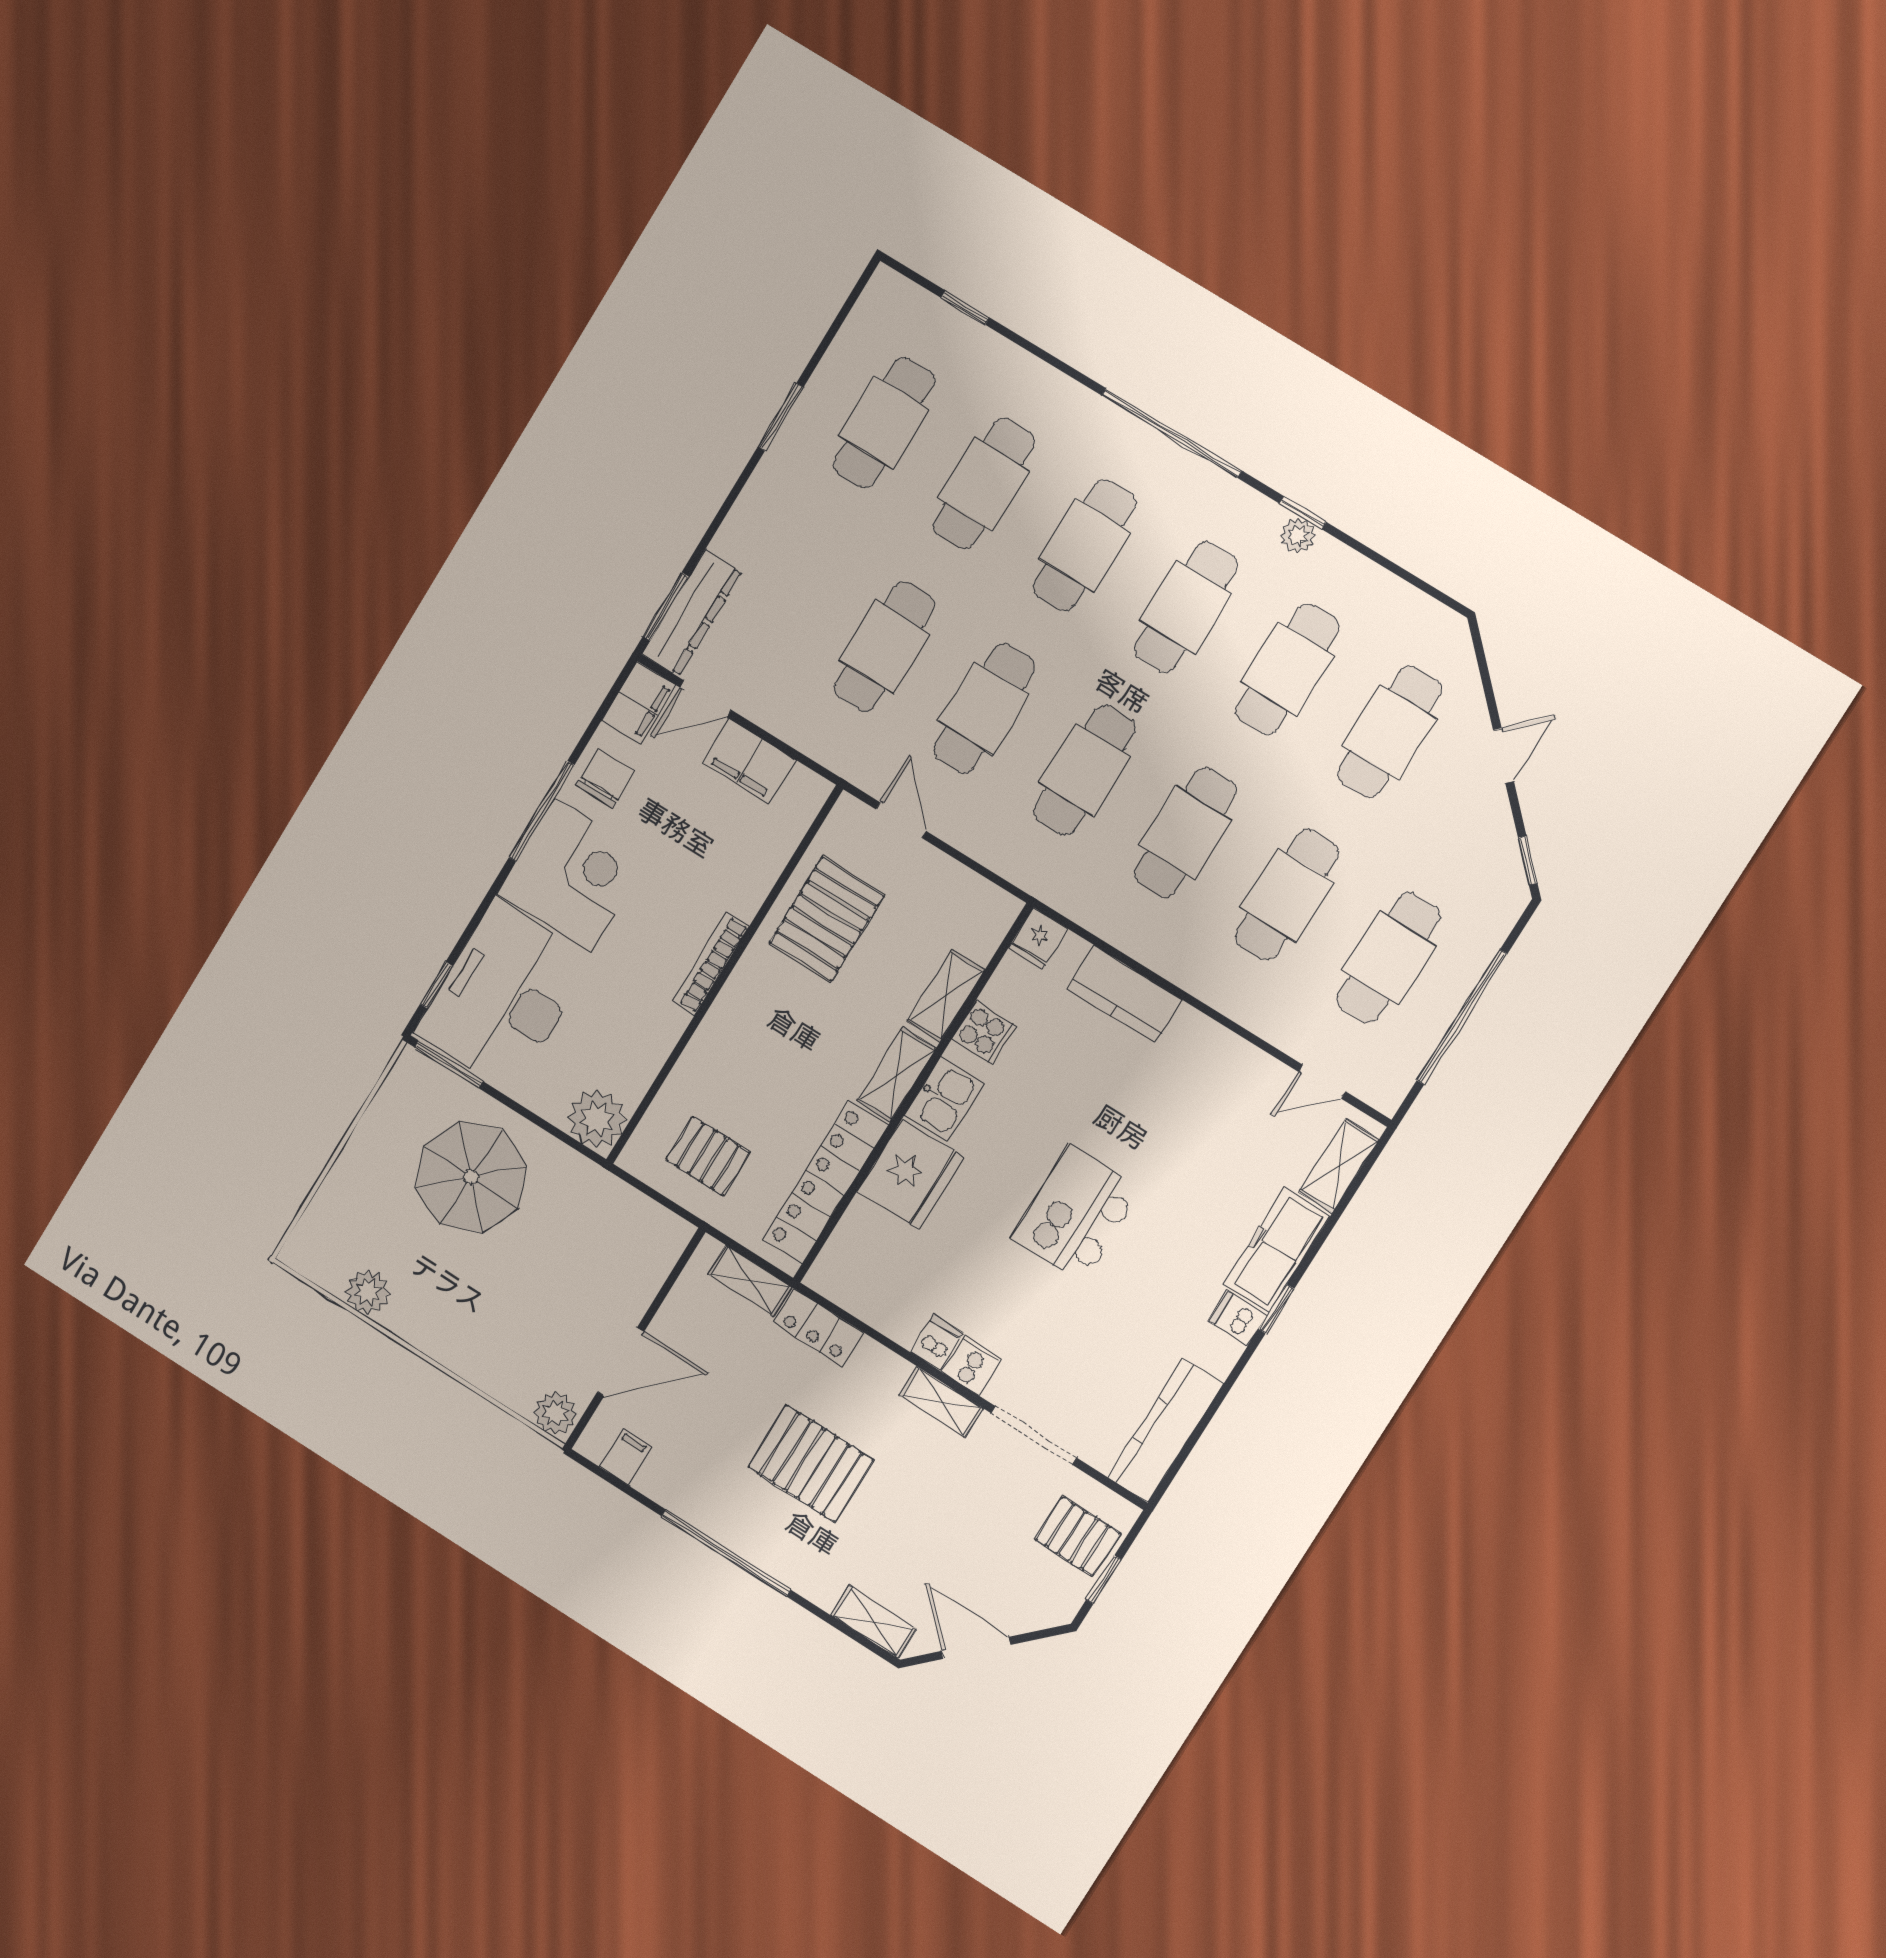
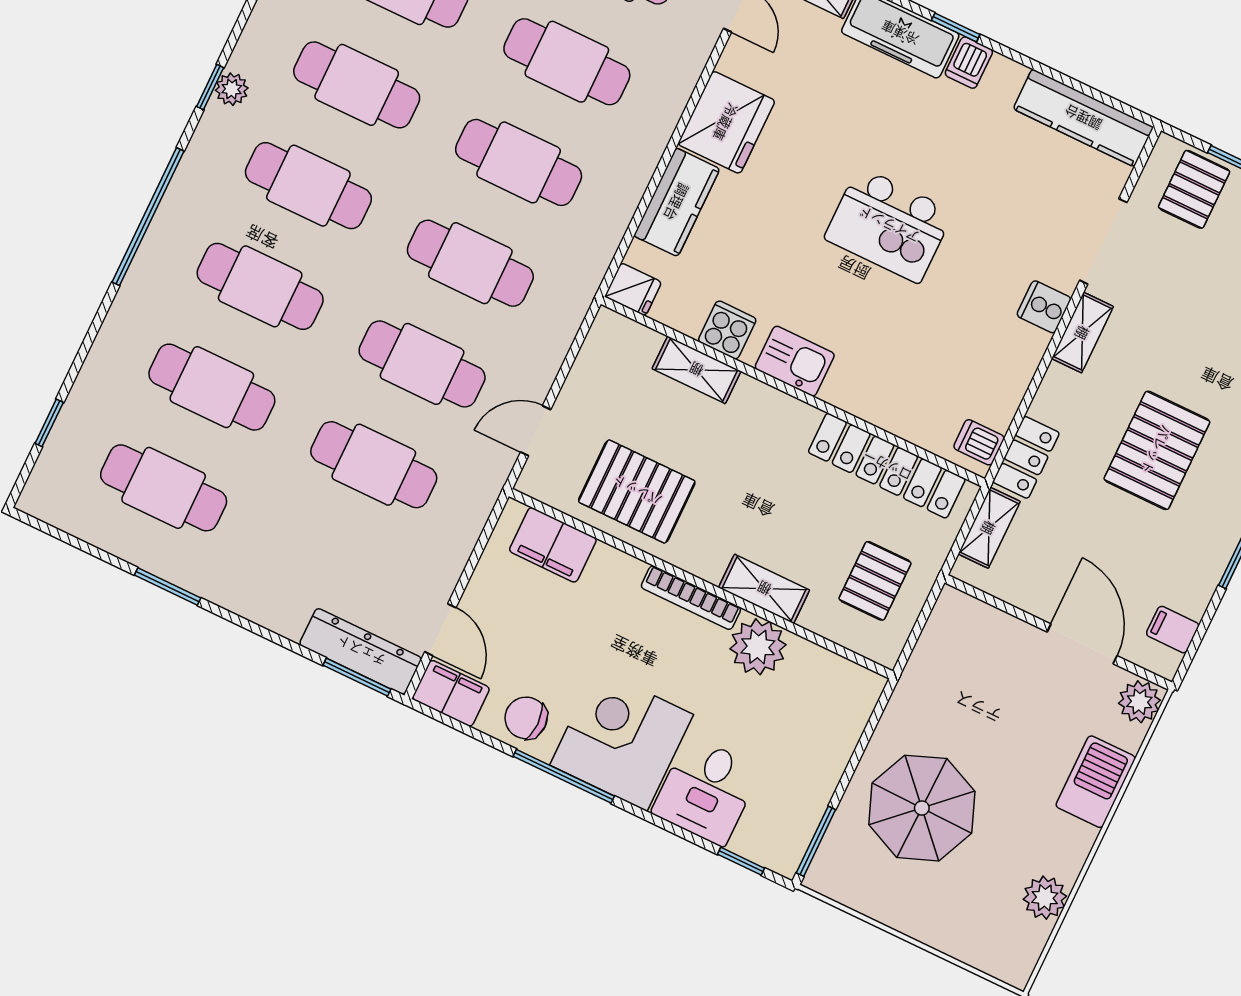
filing cabinet: (749, 761) -> (553, 545), moved, turned 90
desk: (504, 996) -> (706, 791), width x0.53, depth x0.77
shelving: (896, 1075) -> (764, 589), moved
plant: (597, 1119) -> (758, 647), moved
fridge: (911, 1174) -> (726, 122), moved, turned 90
dishwasher: (937, 1343) -> (979, 442), moved
barbecue: (479, 1358) -> (1096, 782), added

